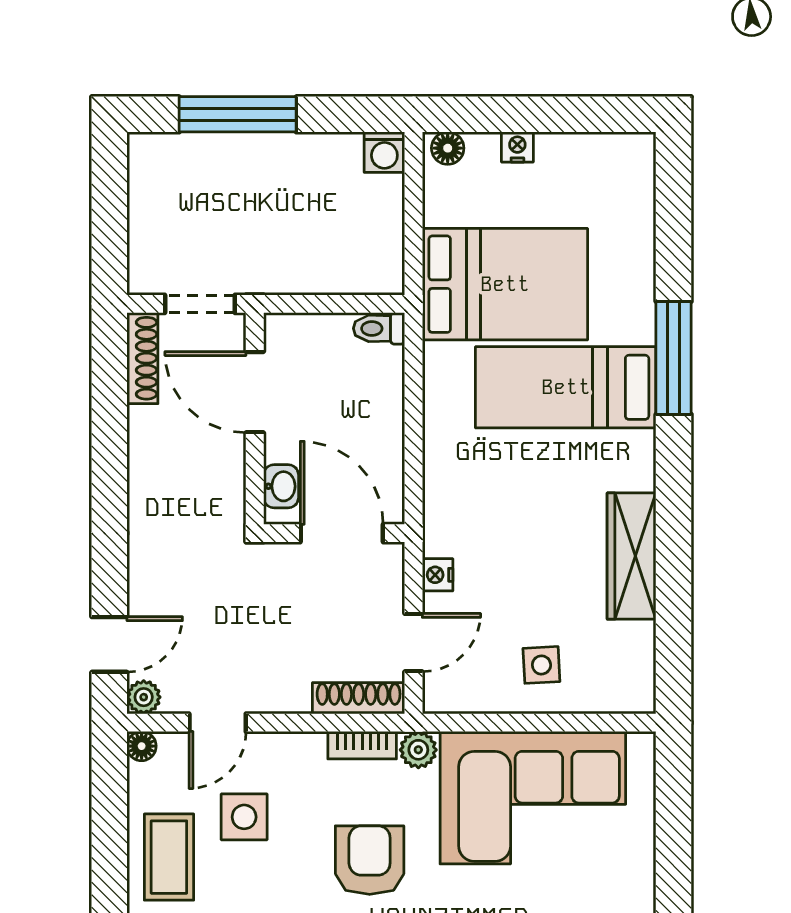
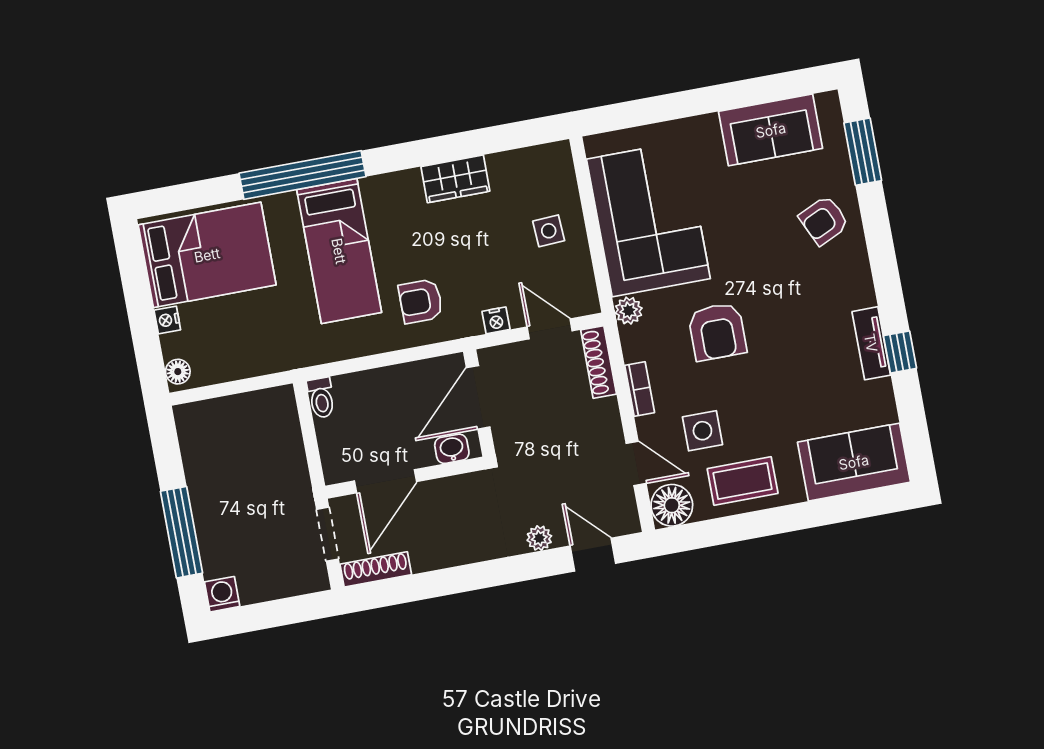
washing machine: (384, 152) -> (222, 594), moved, turned -90
bed: (505, 284) -> (207, 255), moved, turned 90
window: (674, 358) -> (302, 175), width x1.46
armchair: (481, 481) -> (421, 301), added
wardrobe: (632, 556) -> (455, 179), width x0.67
plant: (144, 697) -> (539, 538), moved
bookcase: (362, 745) -> (640, 389), moved
floor lamp: (142, 746) -> (672, 505), width x1.89, depth x1.89
armchair: (370, 860) -> (717, 332), turned -90

